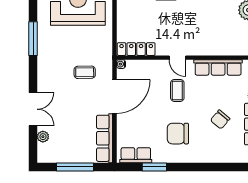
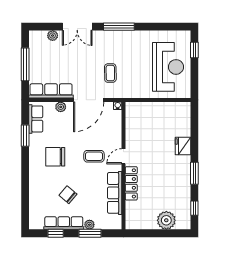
window: (33, 39) -> (119, 27), moved
locker: (136, 49) -> (131, 183), moved
door: (115, 96) -> (89, 100), hinge flipped
plant: (122, 128) -> (61, 107), added
chair: (178, 134) -> (55, 157), turned -90

